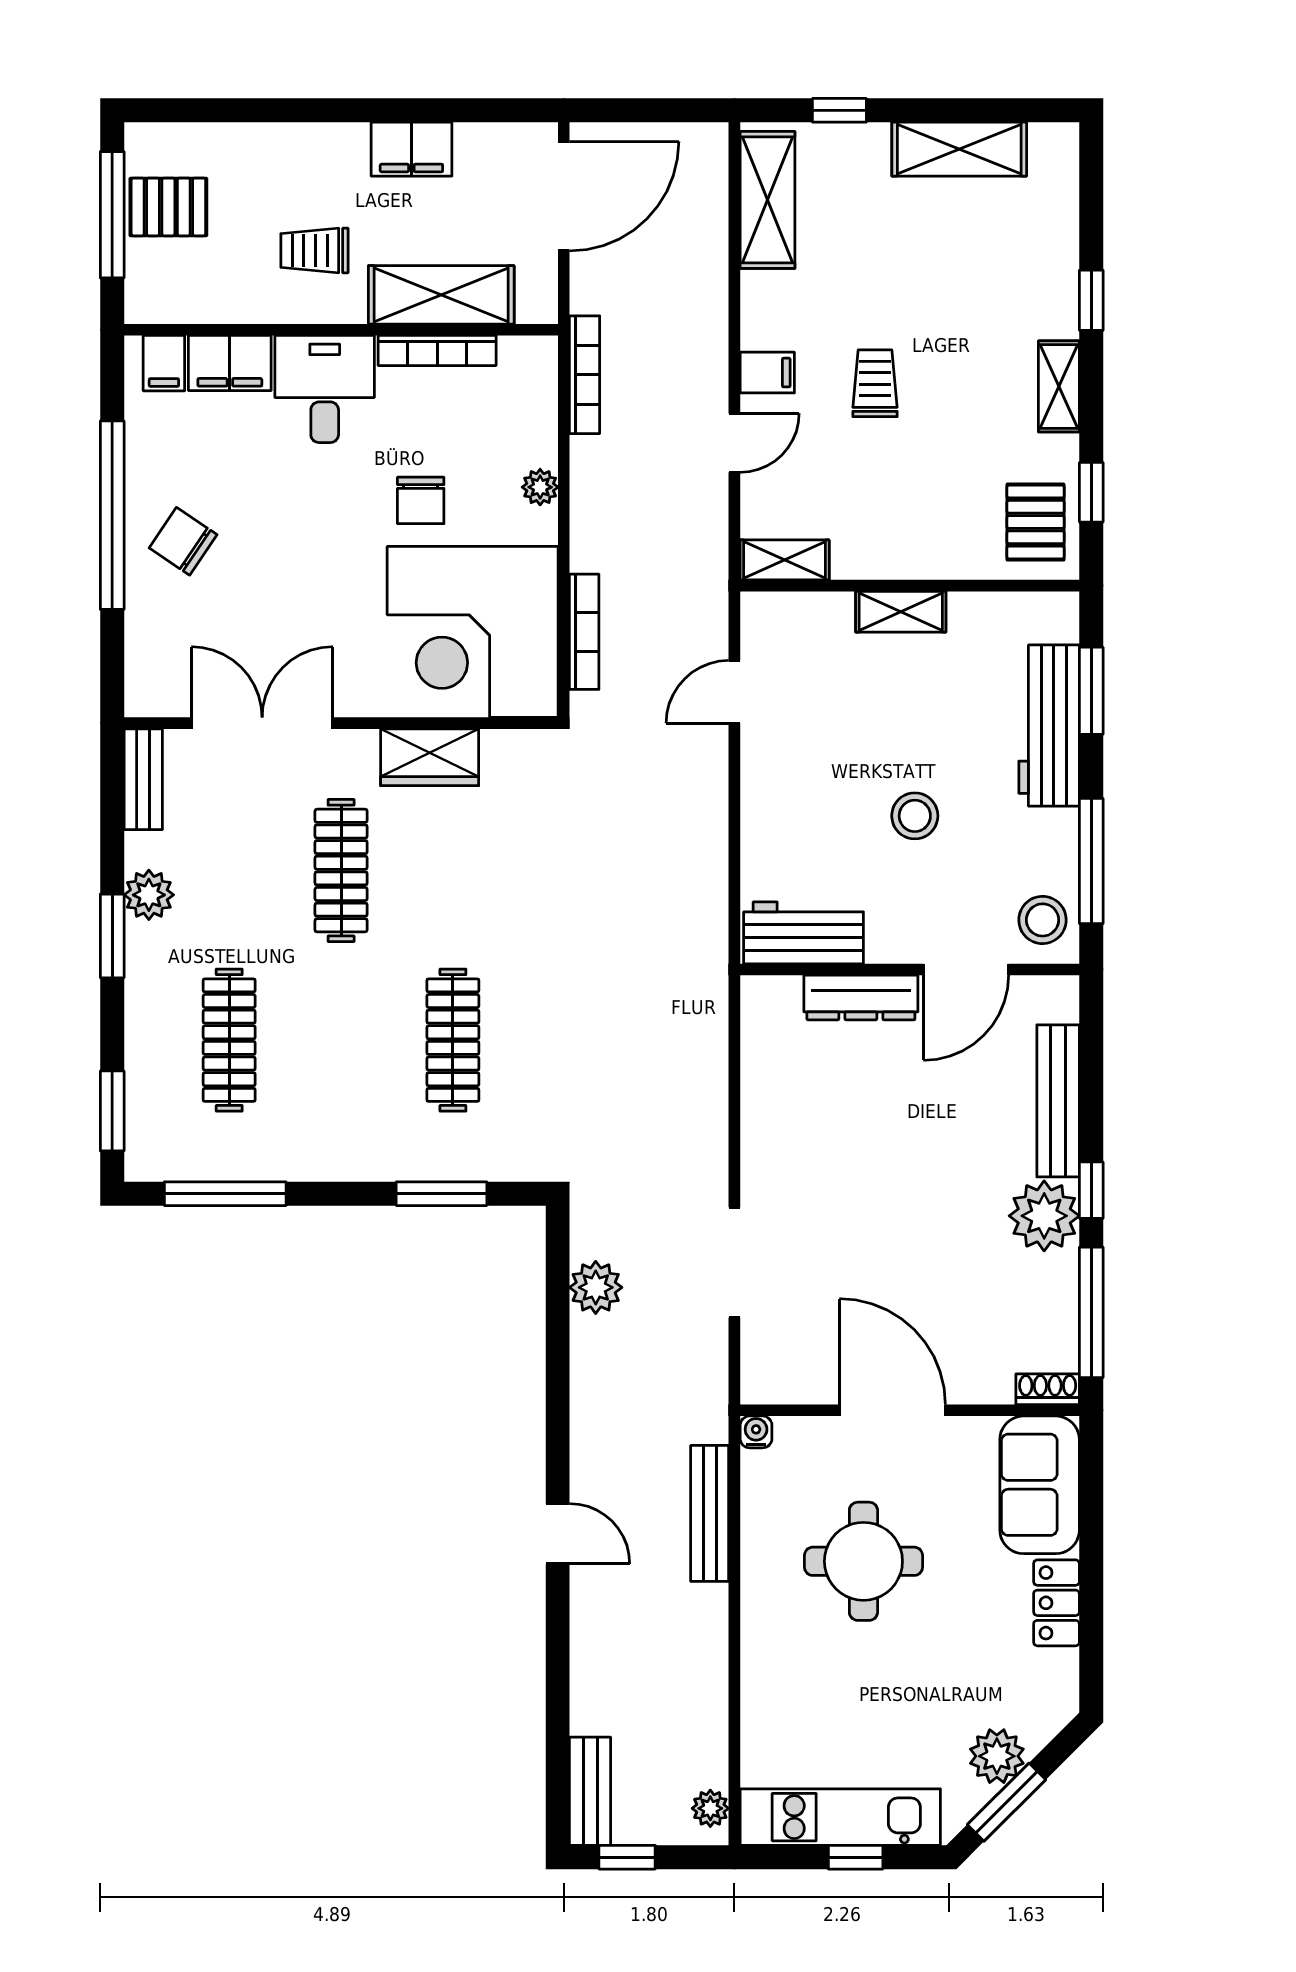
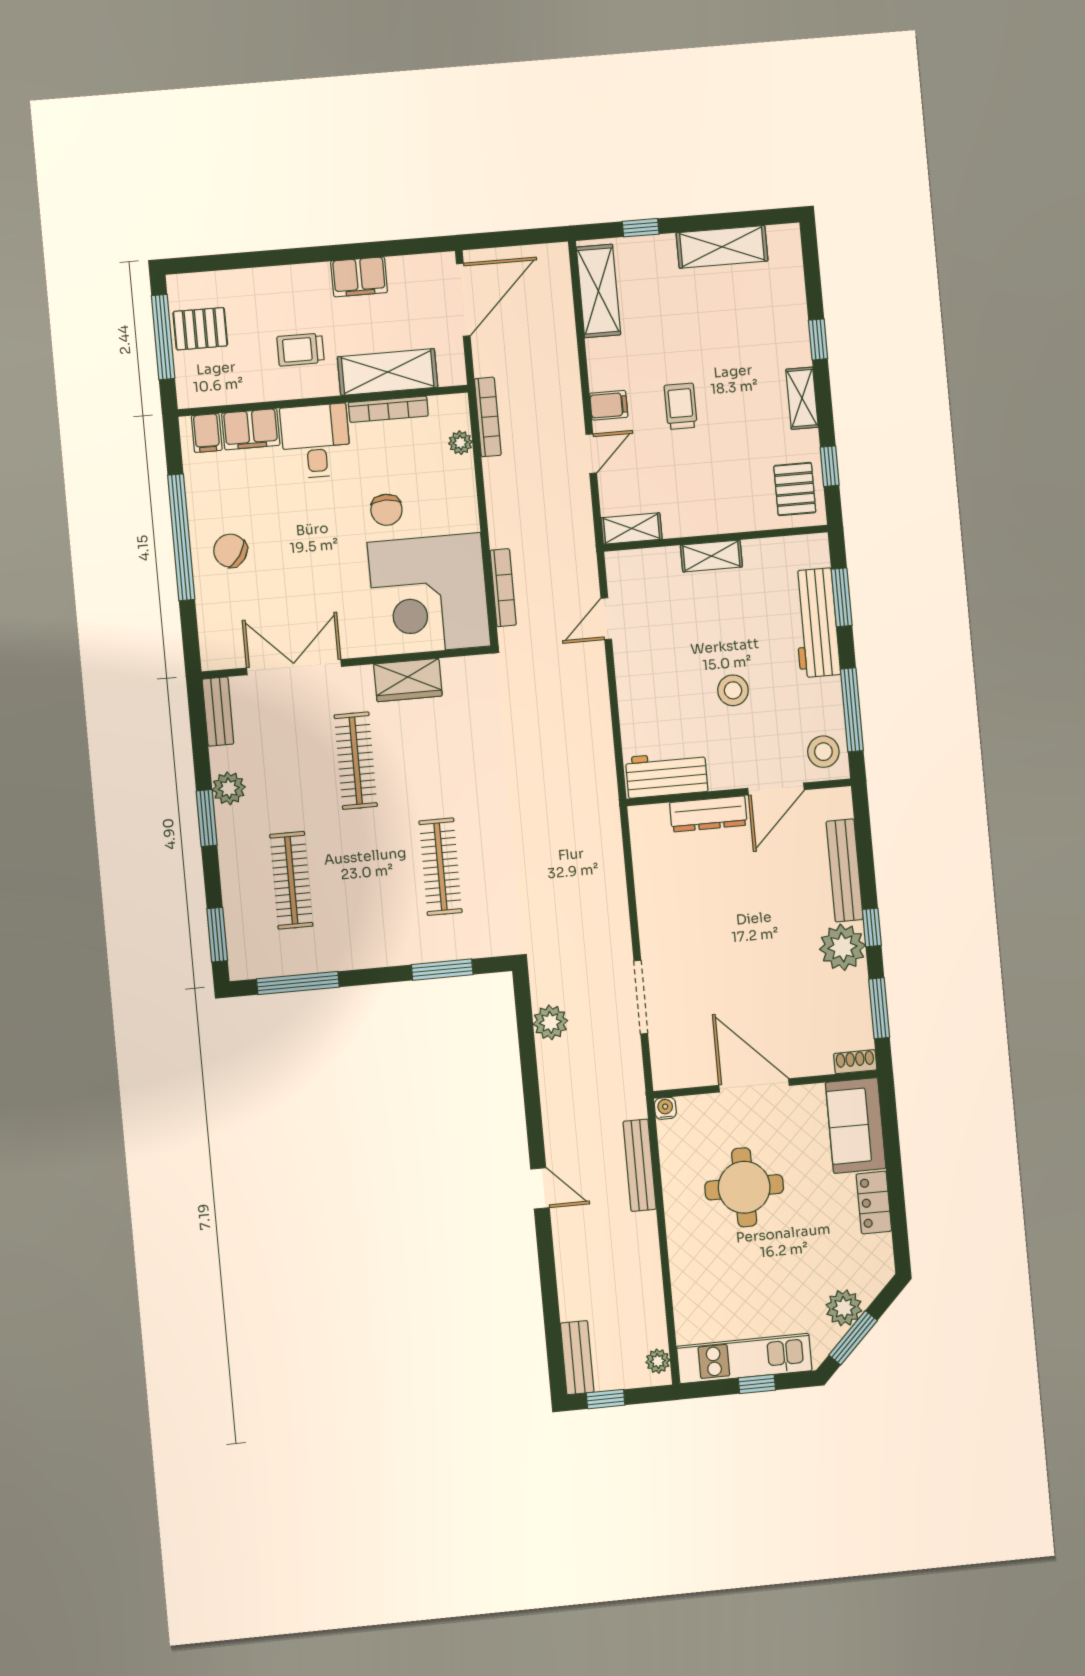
plant: (540, 487) -> (460, 443), moved
window: (1091, 1312) -> (879, 1008), width x0.69

